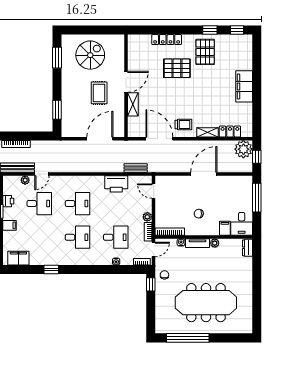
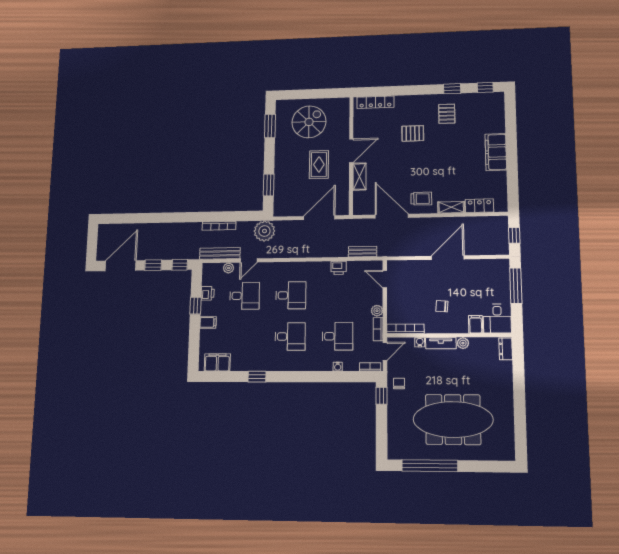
locker: (167, 40) -> (375, 102), moved
pallet: (205, 52) -> (447, 114), width x0.67, depth x0.71
pallet: (177, 68) -> (413, 133), width x0.67, depth x0.71
plant: (243, 149) -> (264, 231), moved
printer: (116, 184) -> (339, 268), width x0.53, depth x0.68

